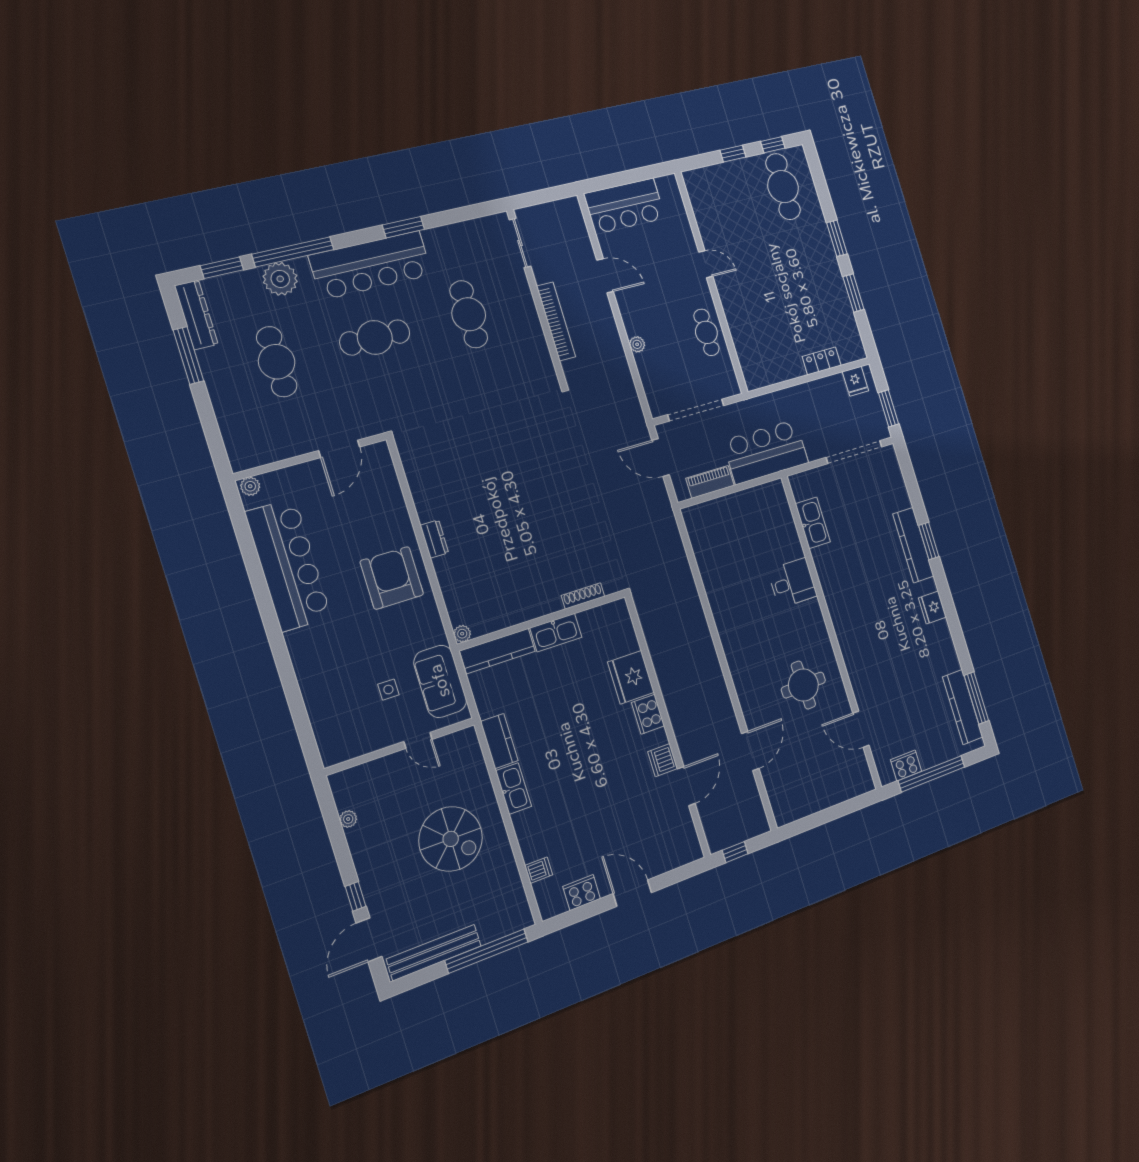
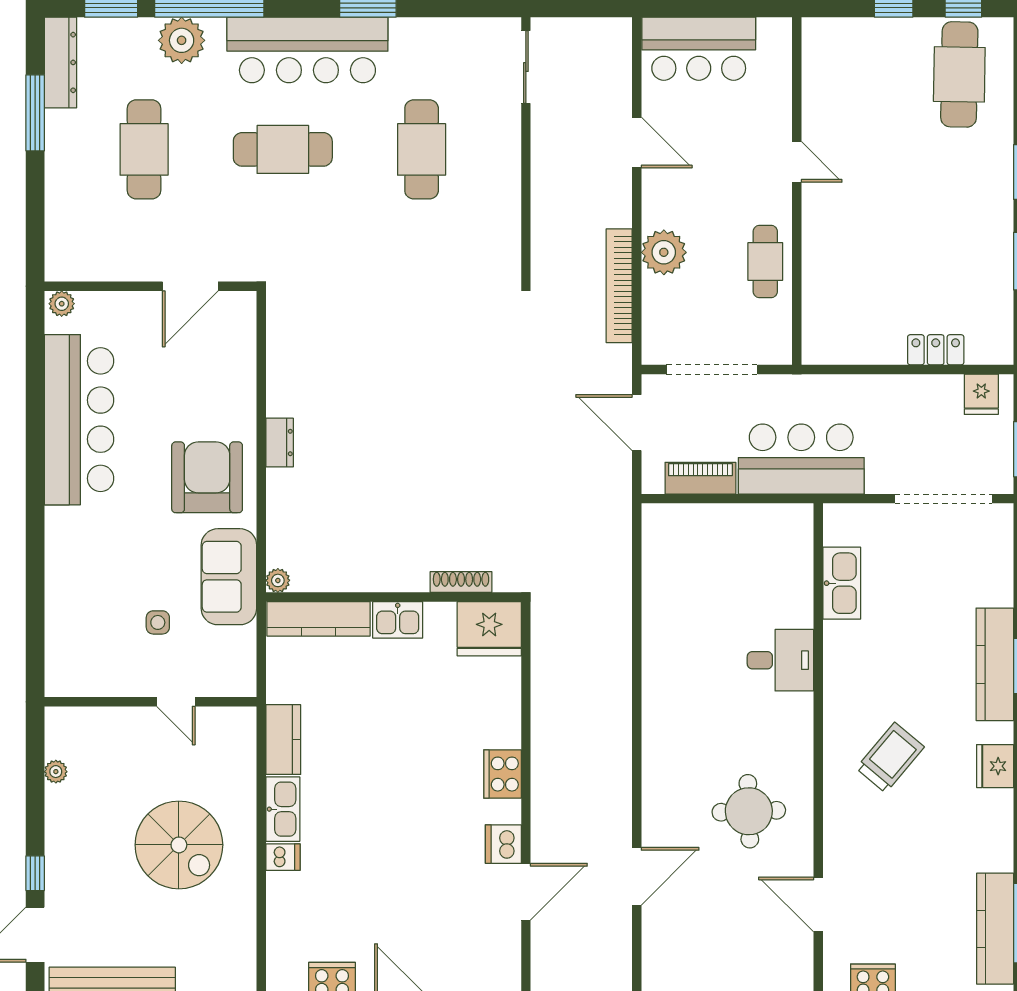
bookcase: (556, 322) -> (619, 286), moved, turned 180
plant: (637, 344) -> (664, 252), width x1.87, depth x1.87
trolley: (873, 623) -> (890, 758), added
kitchen sink: (556, 633) -> (398, 620), width x0.73
fridge: (631, 677) -> (489, 629), moved, turned -90
sofa: (440, 681) -> (229, 577), moved
dishwasher: (539, 870) -> (283, 857), moved

